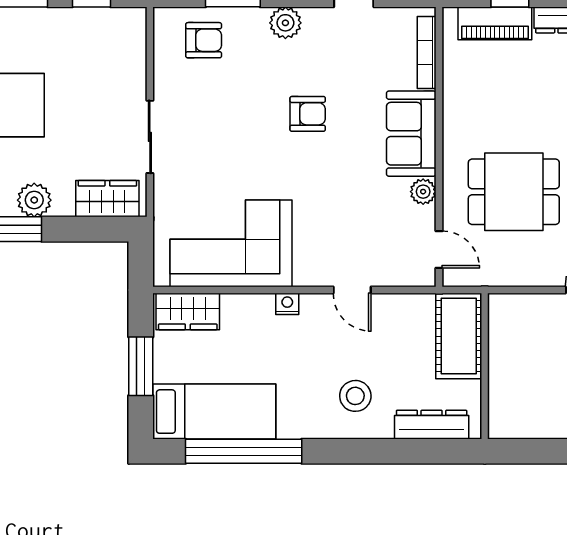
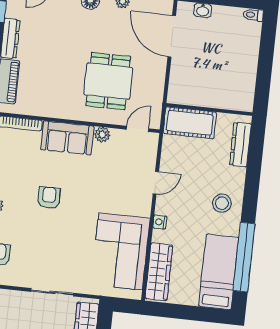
wardrobe: (188, 311) -> (159, 272), width x1.50
window: (141, 366) -> (187, 312), removed
stool: (355, 396) -> (222, 203), moved

